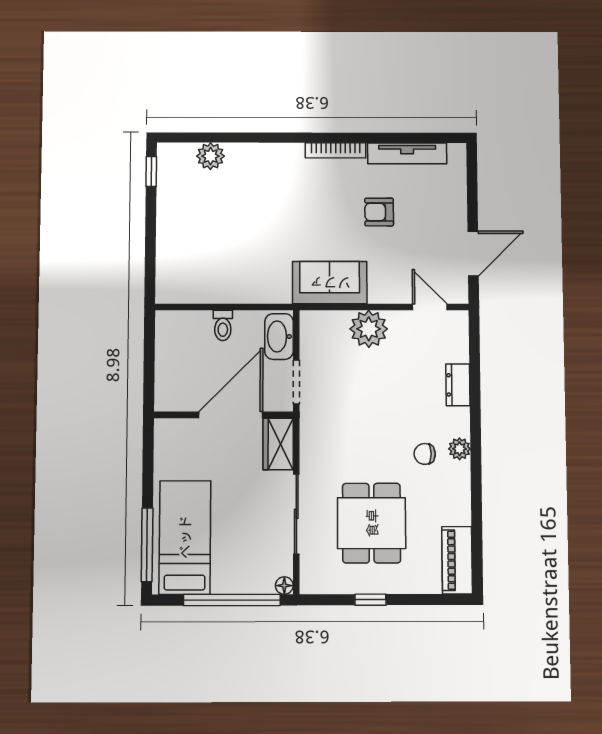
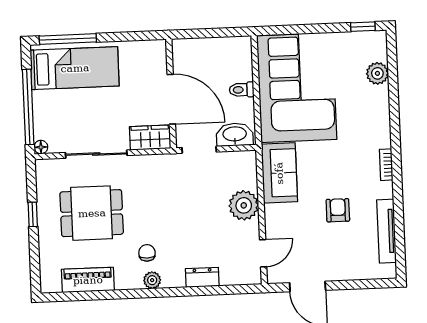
bookcase: (336, 150) -> (386, 165), width x0.64
corner sofa: (223, 256) -> (297, 88), added
piano: (457, 560) -> (88, 280), moved

